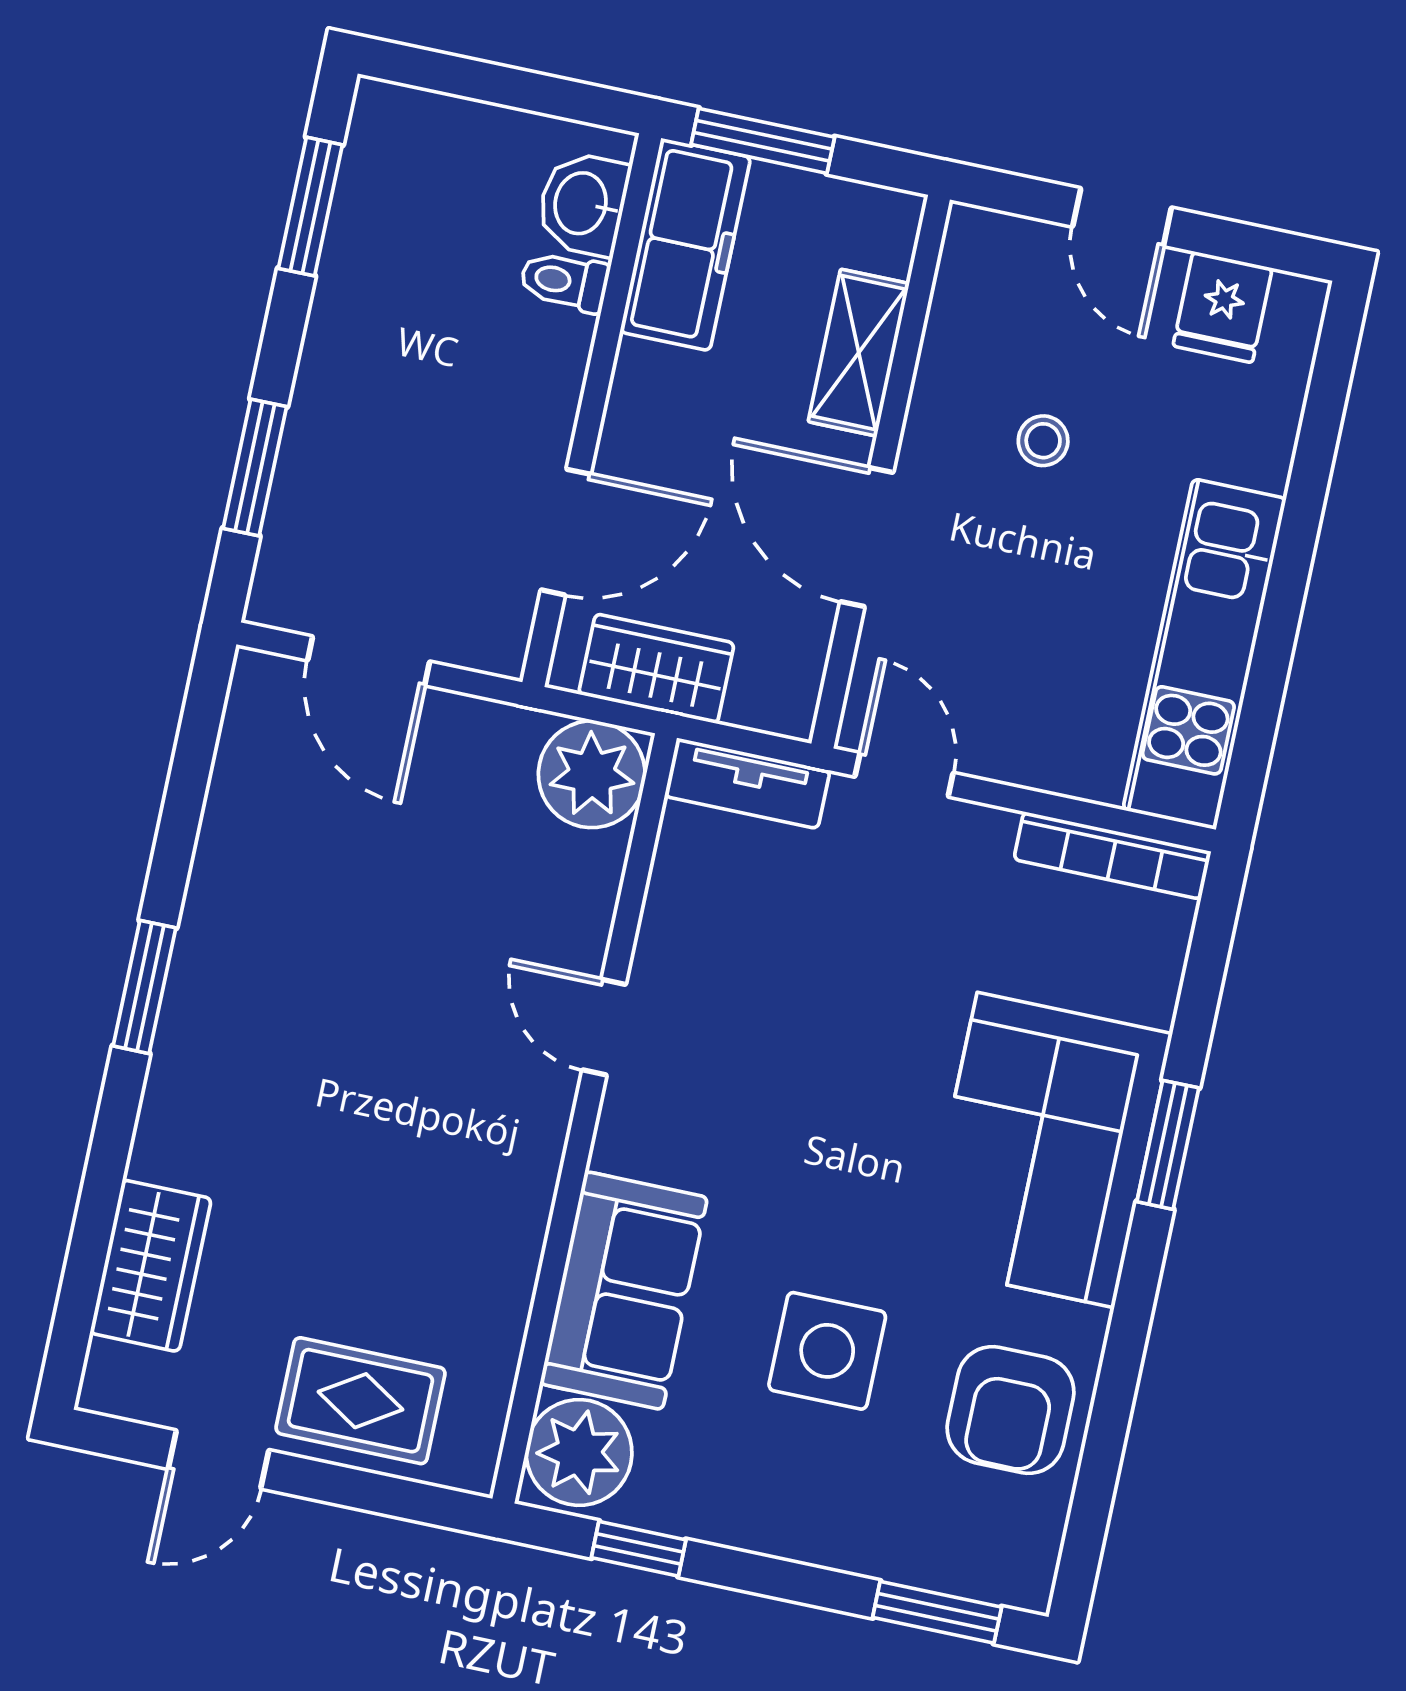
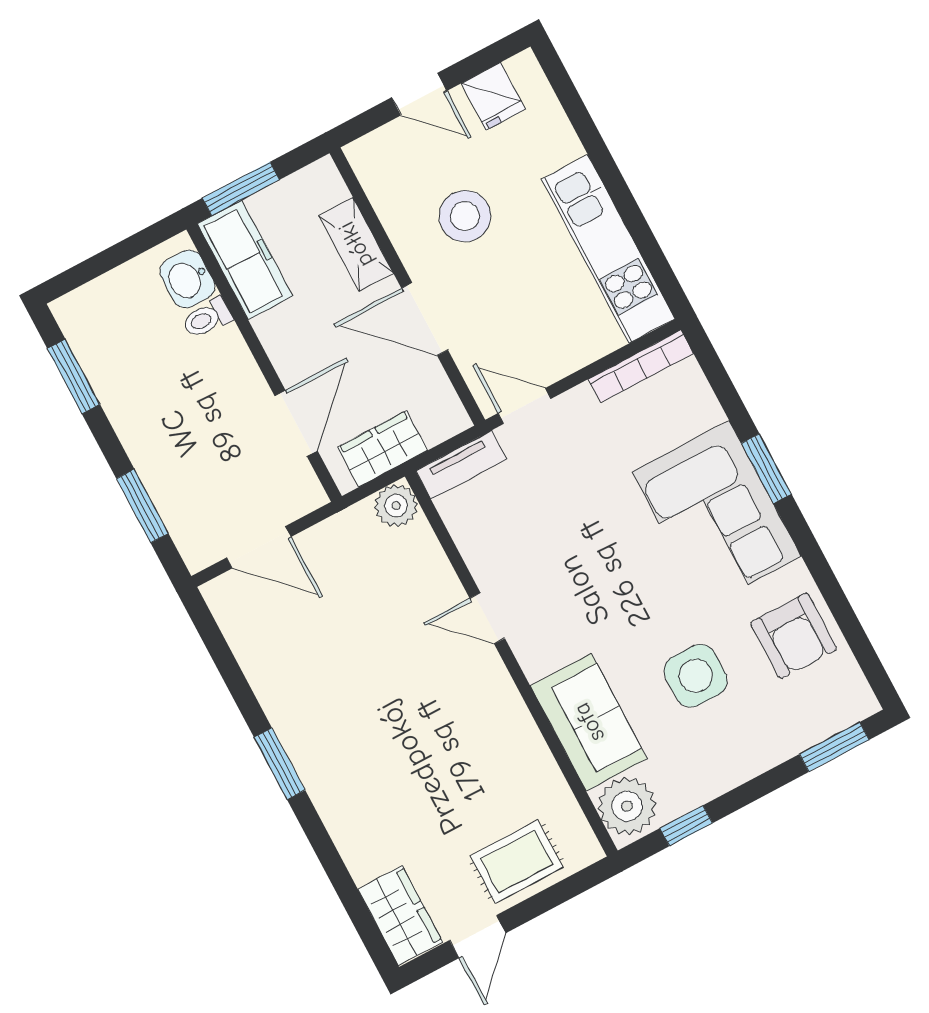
stool: (1043, 441) -> (465, 216), width x1.89, depth x1.89
plant: (592, 774) -> (396, 506), width x0.73, depth x0.73
wardrobe: (151, 1266) -> (400, 916), moved

